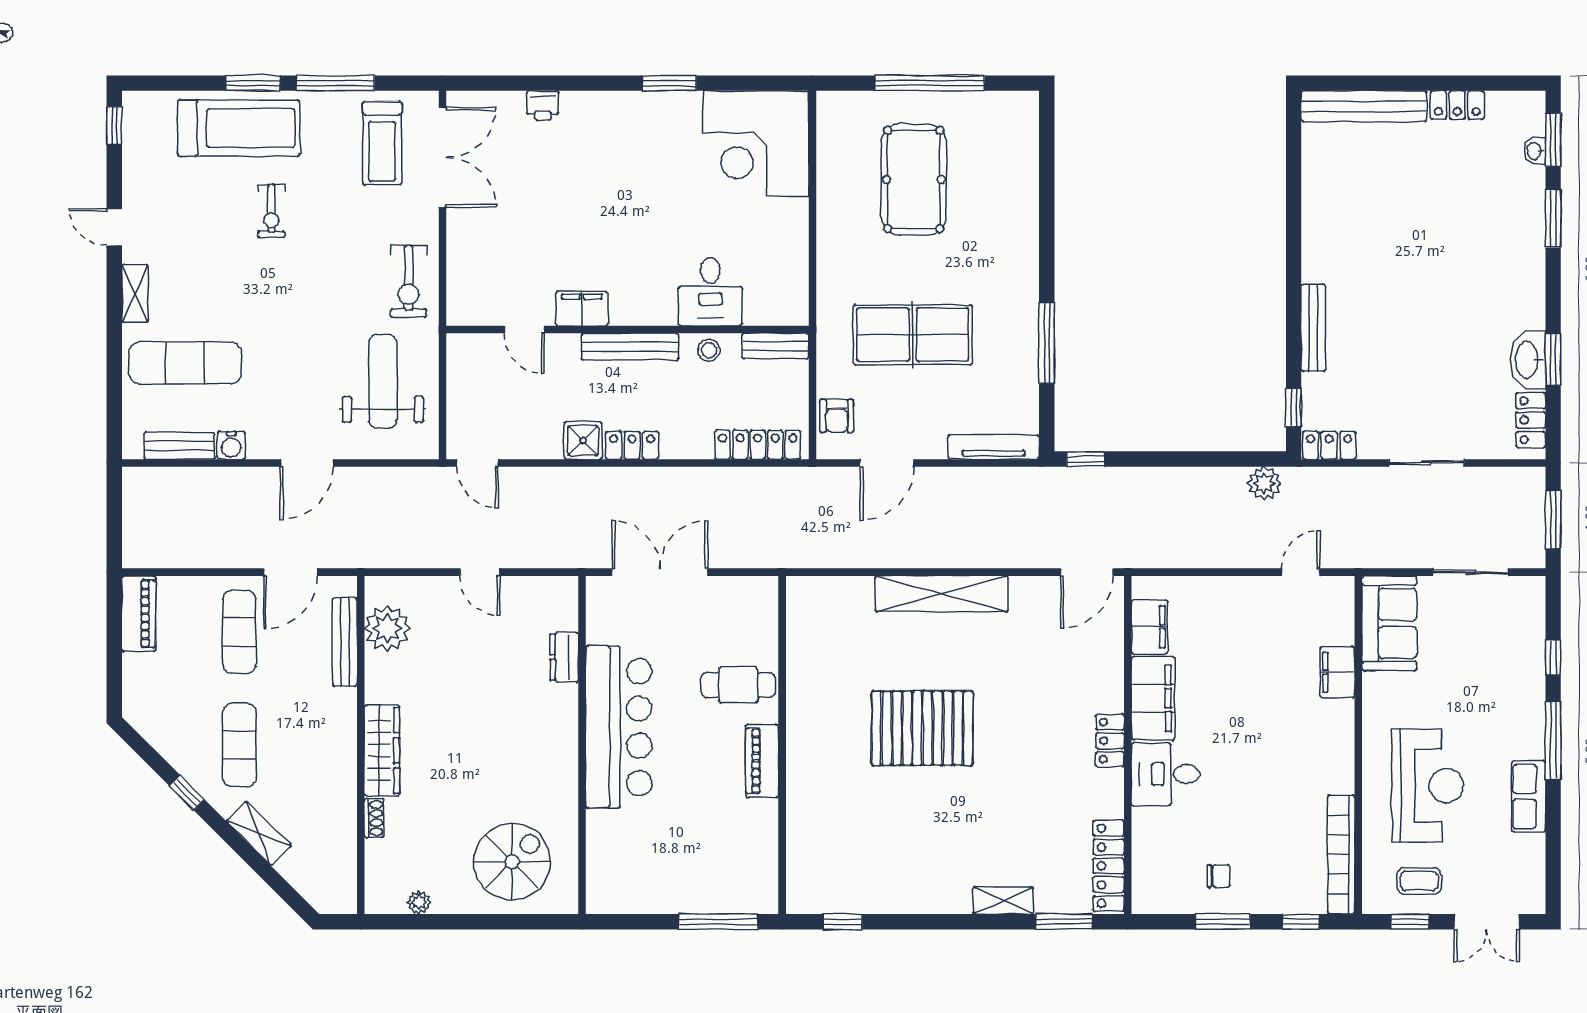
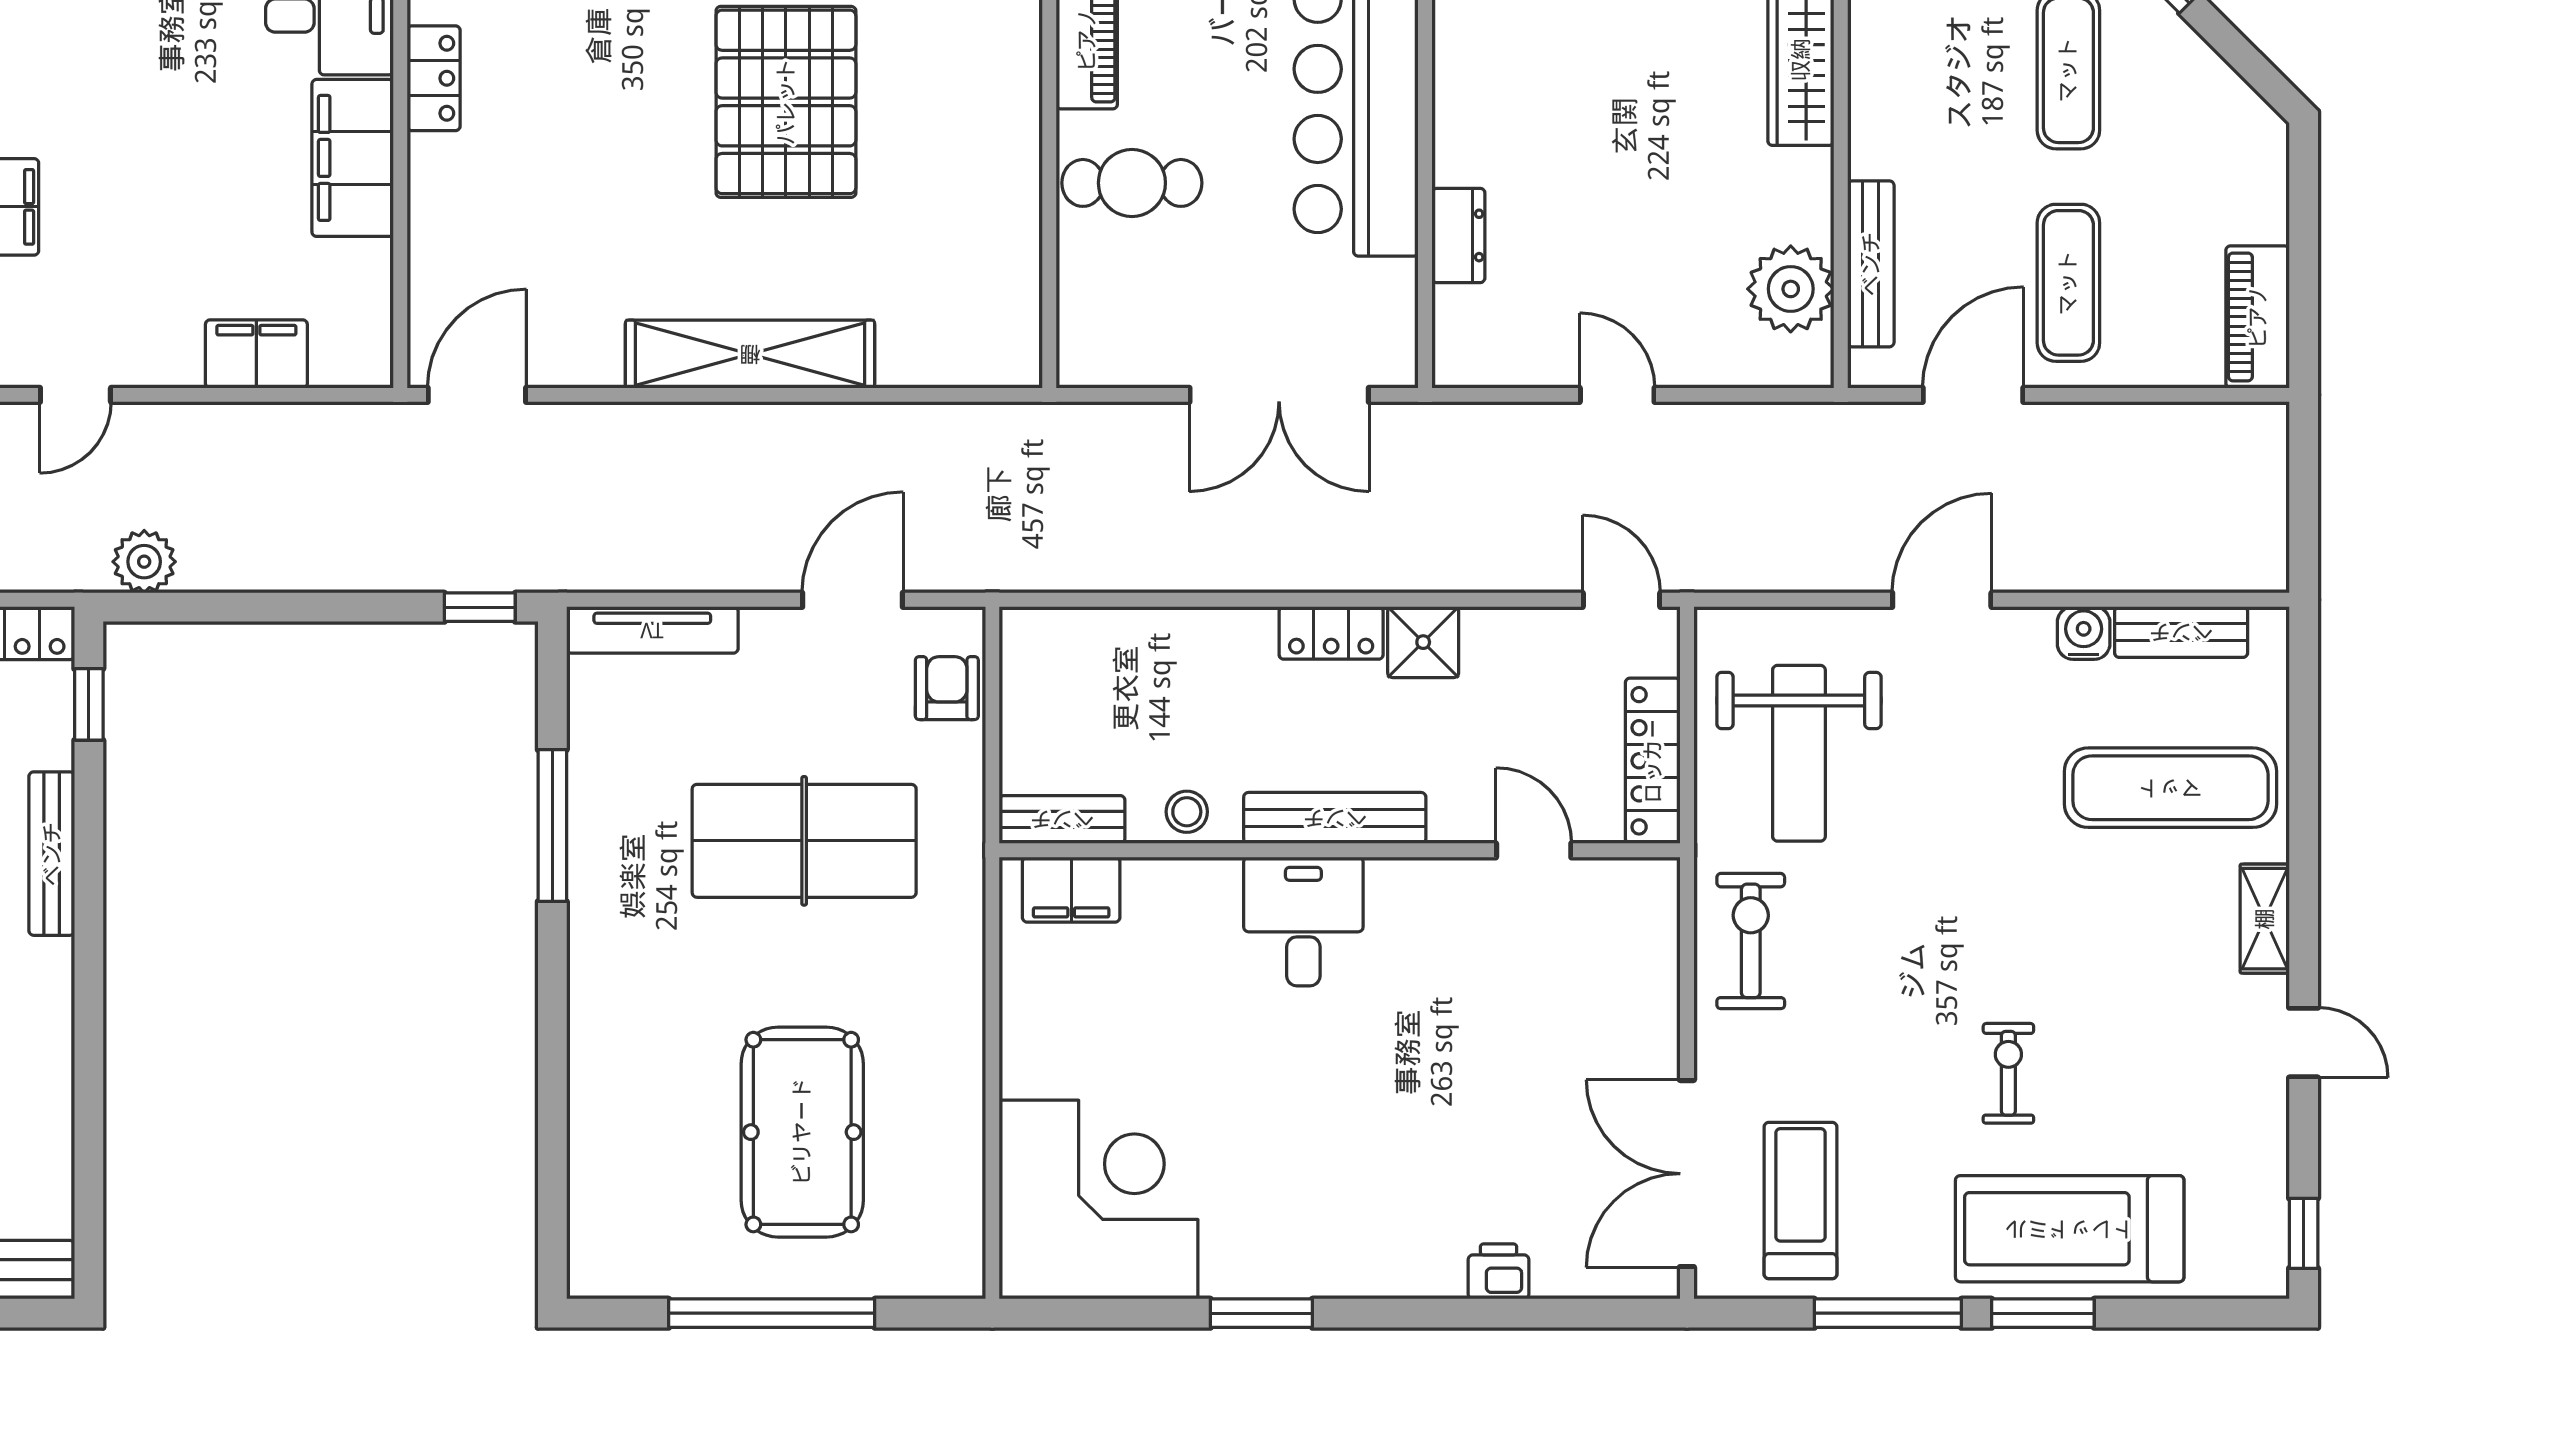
desk: (710, 292) -> (1303, 921), moved
filing cabinet: (582, 309) -> (1071, 890), moved
locker: (758, 445) -> (1653, 761), moved, turned 90
filing cabinet: (1150, 627) -> (256, 354), moved, turned 90
pallet: (922, 728) -> (786, 102), turned 90

